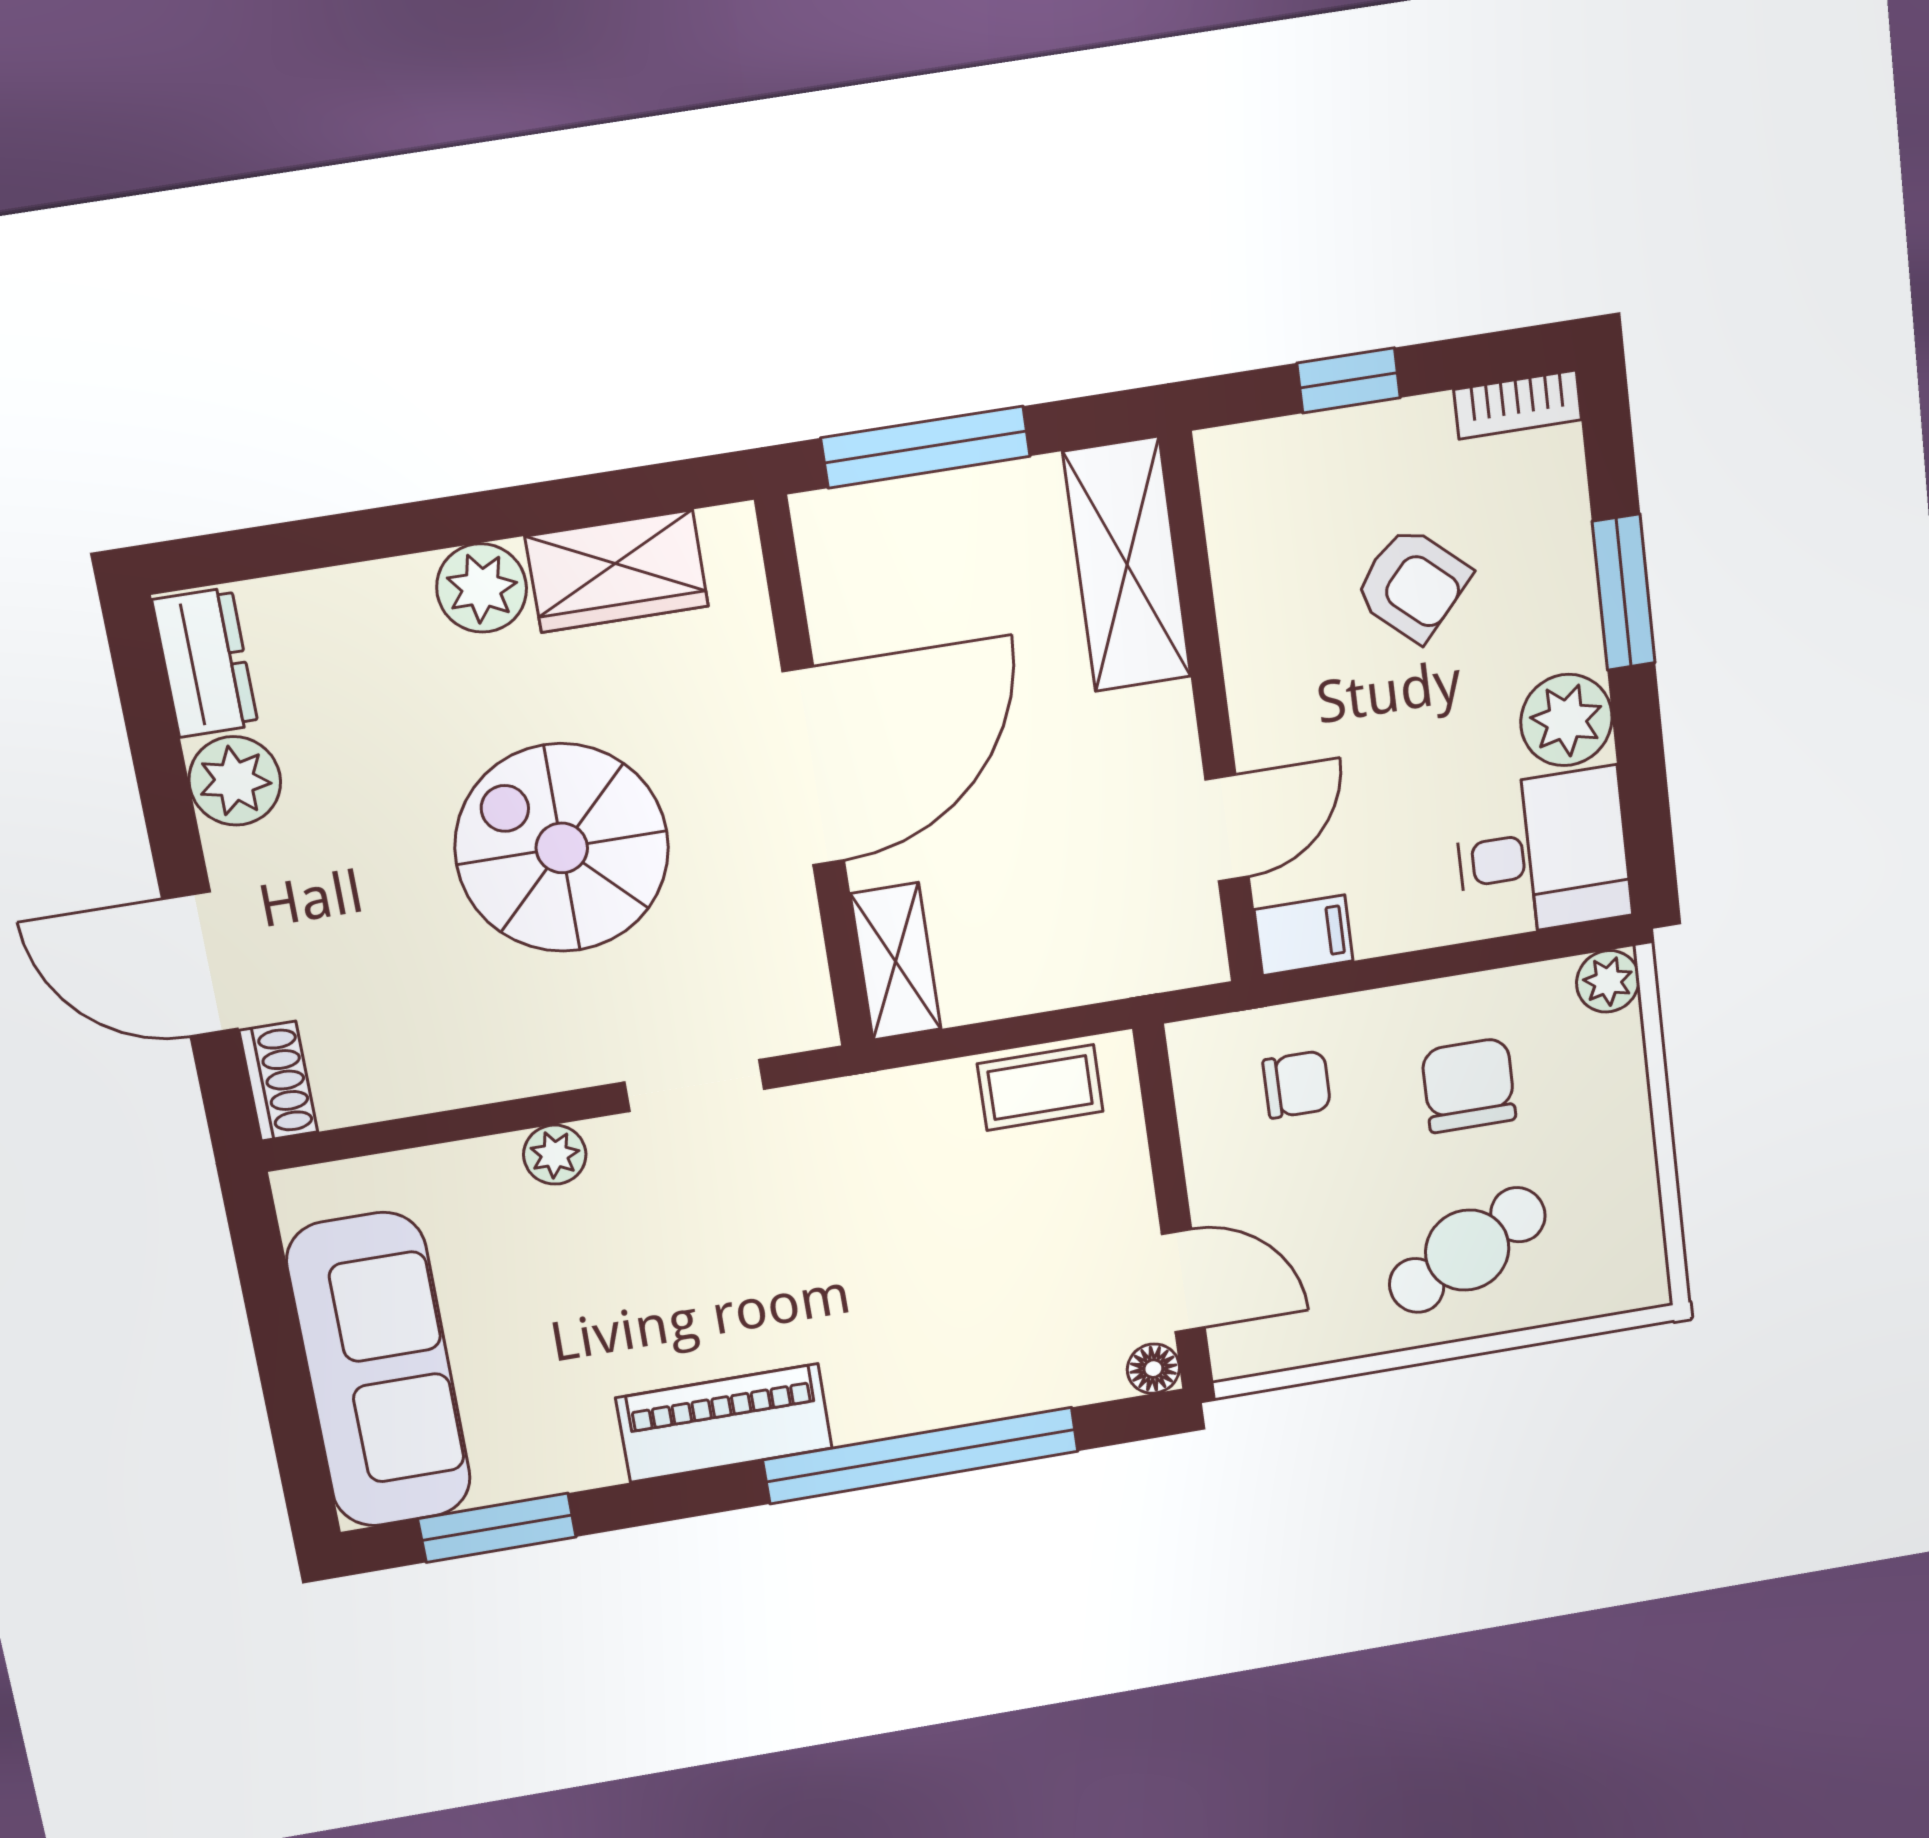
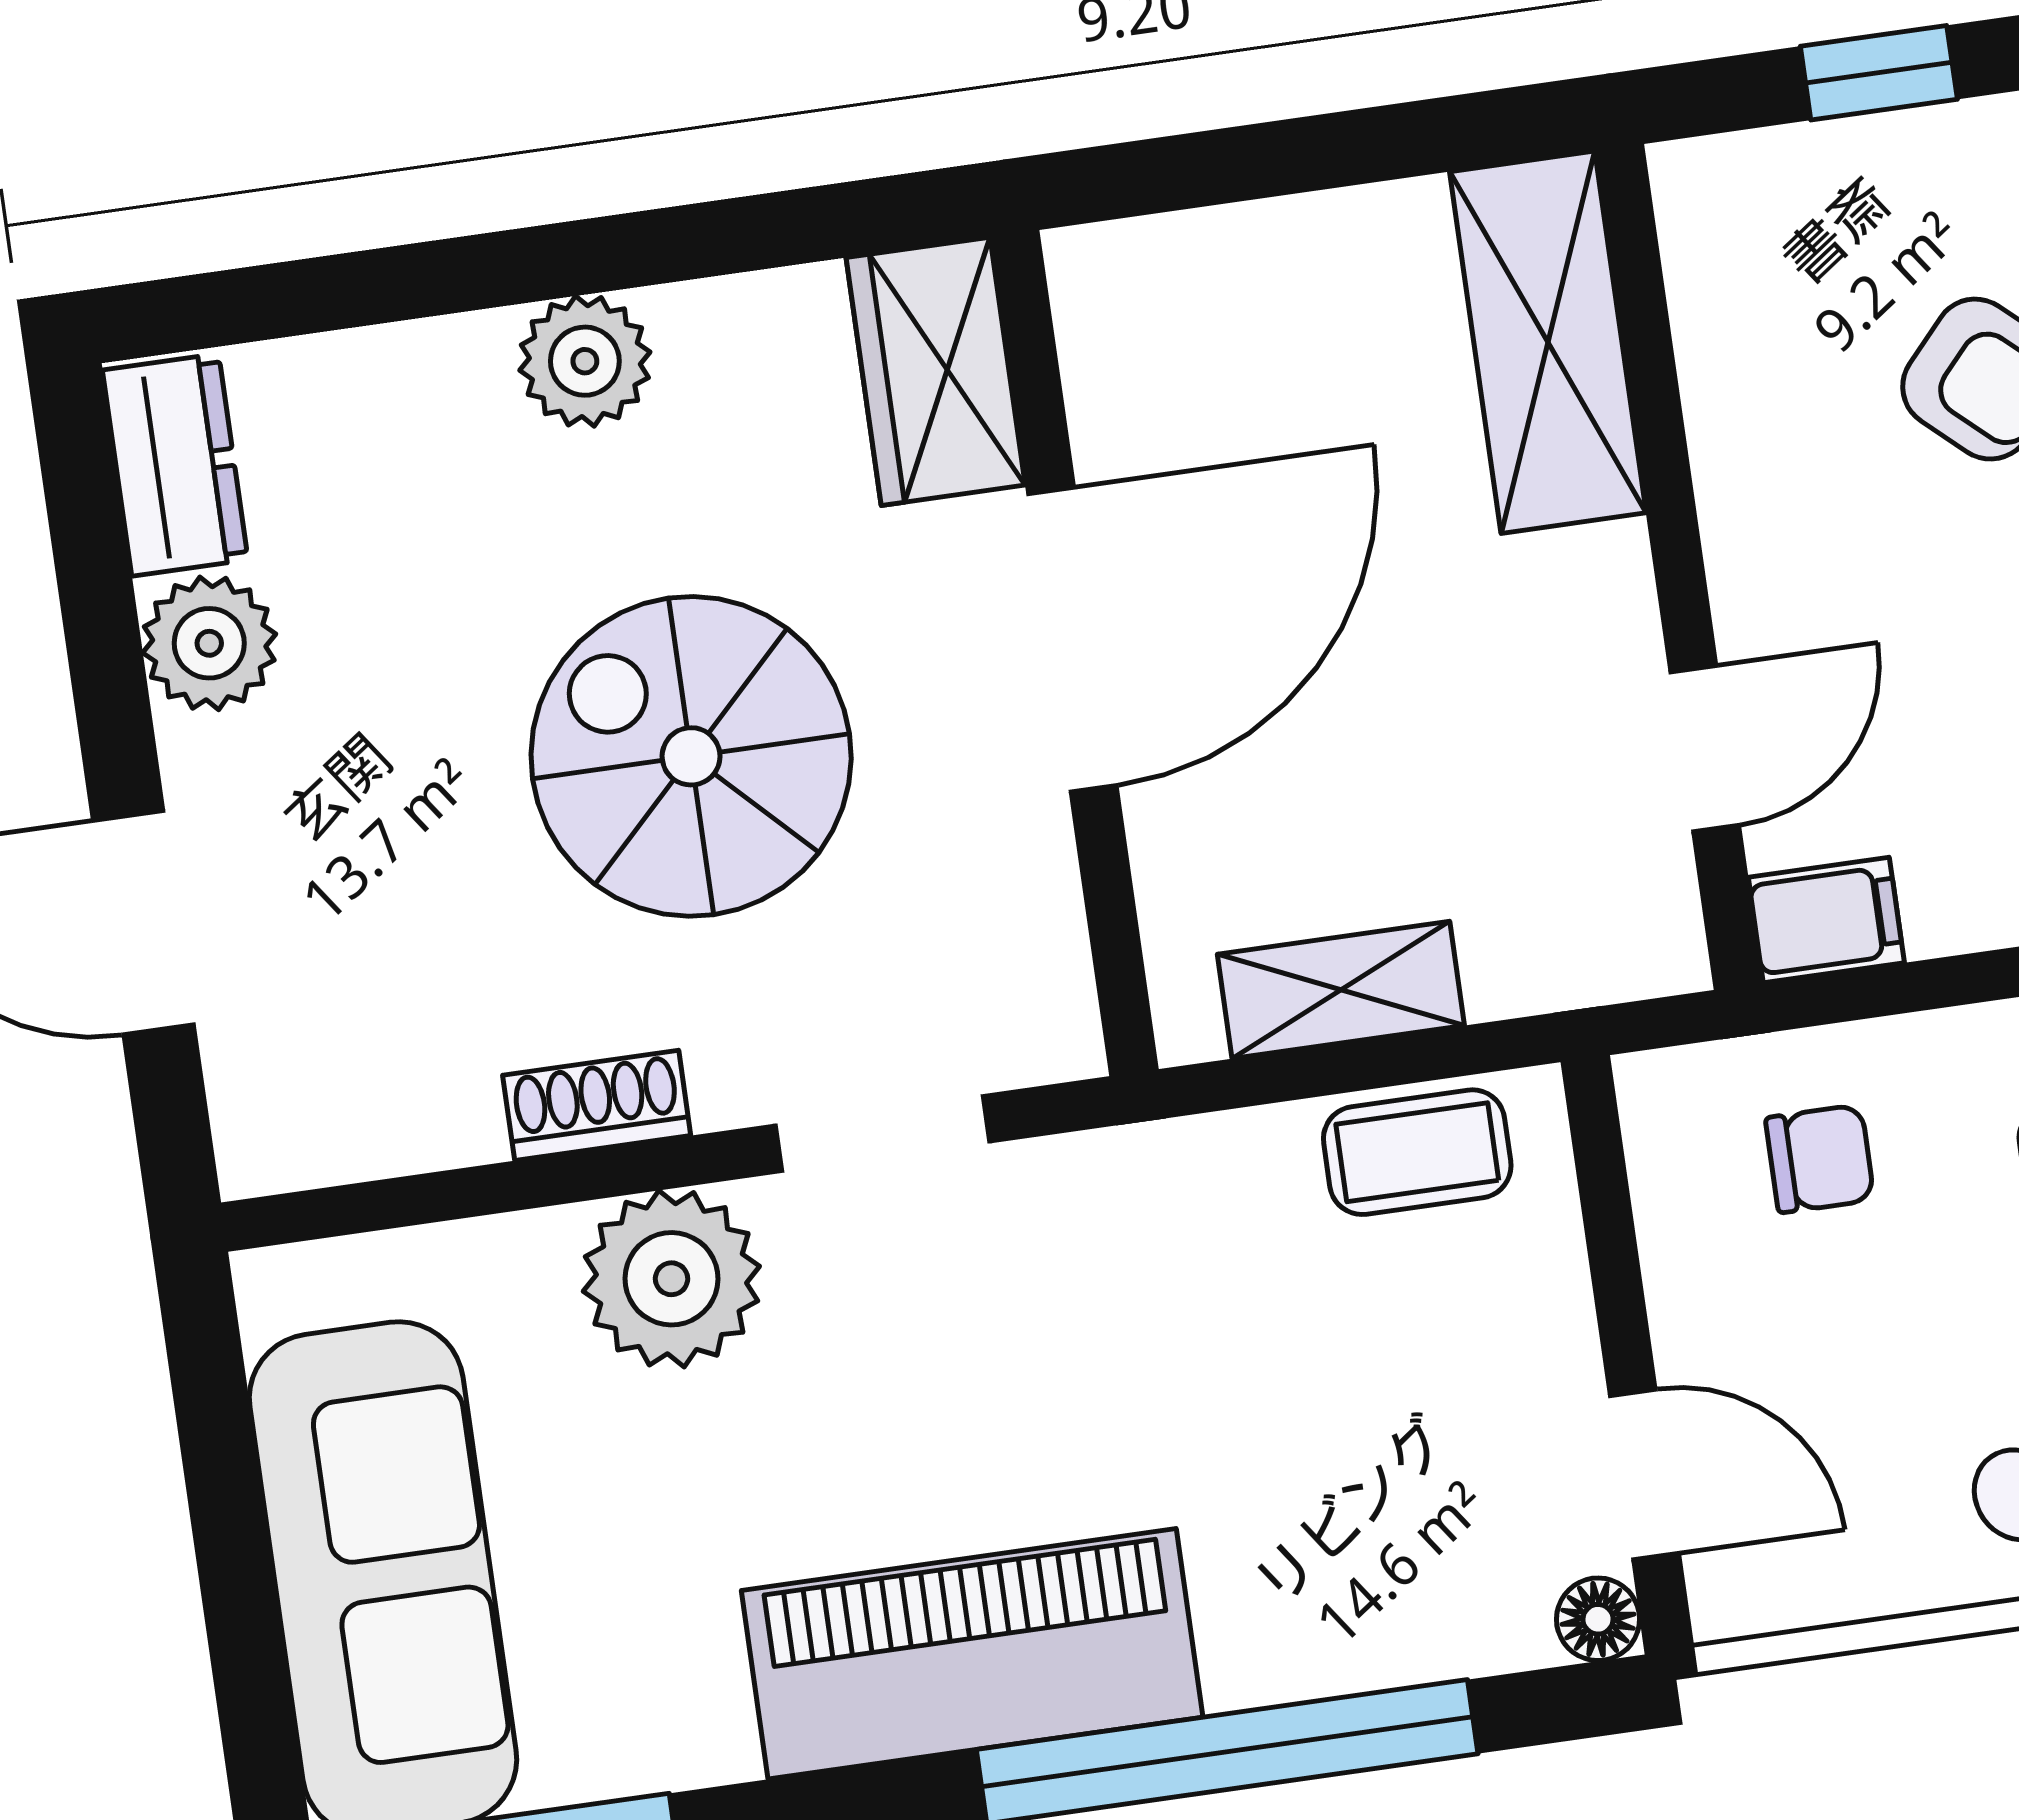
window: (926, 447) -> (1246, 163), removed
wardrobe: (617, 571) -> (936, 371), moved, turned 90
shelving: (896, 962) -> (1341, 990), moved, turned 90
shoe rack: (278, 1081) -> (597, 1105), moved, turned -90
plant: (555, 1155) -> (671, 1279), width x1.88, depth x1.88
piano: (724, 1423) -> (972, 1654), width x1.37, depth x1.33

